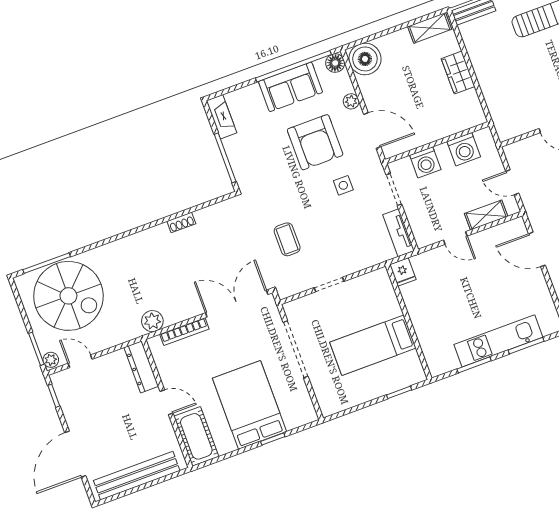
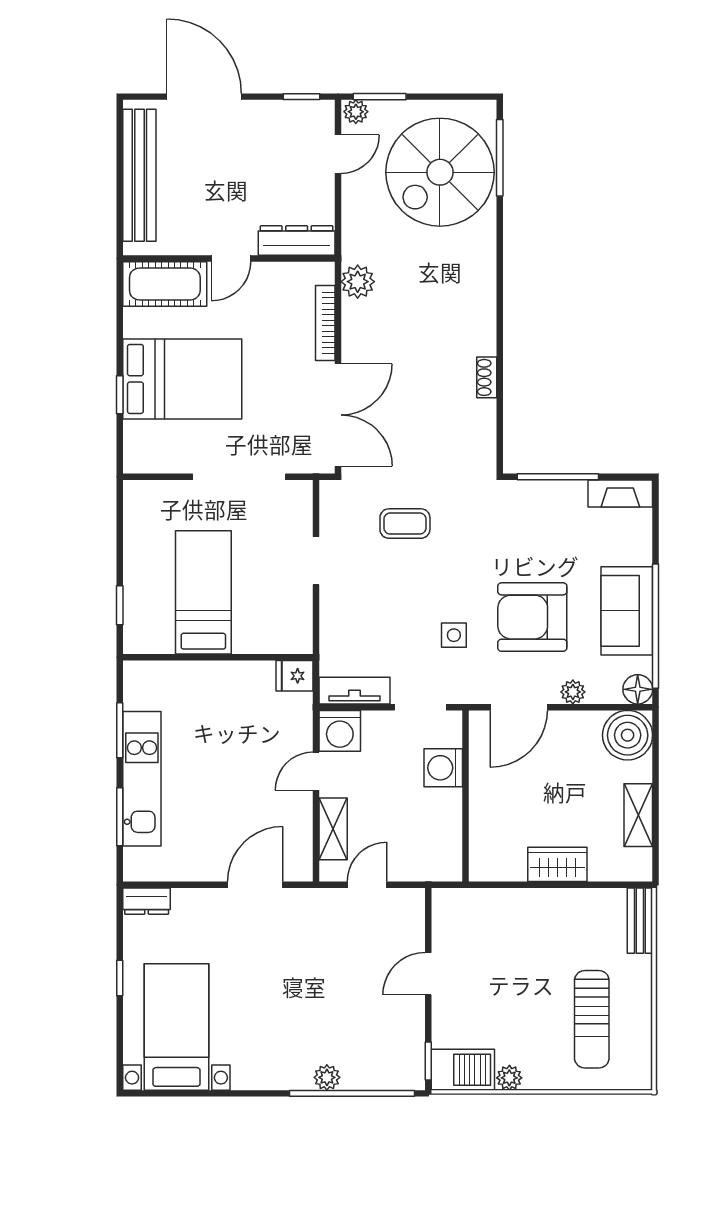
shelving: (430, 28) -> (638, 815), moved
washing machine: (464, 149) -> (340, 731), moved, turned -90

